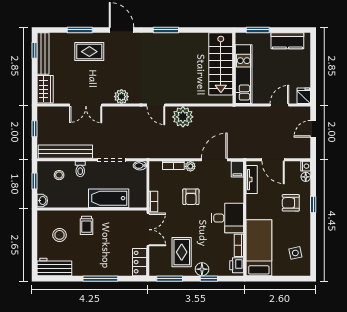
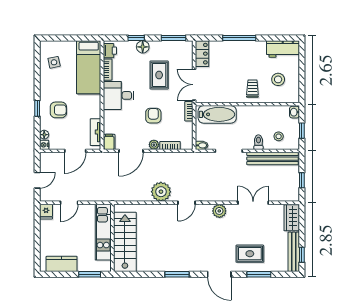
door: (156, 105) -> (187, 203), swing flipped
door: (273, 160) -> (75, 151), swing flipped
bathtub: (109, 198) -> (217, 114), moved
rug: (182, 252) -> (159, 75), moved

